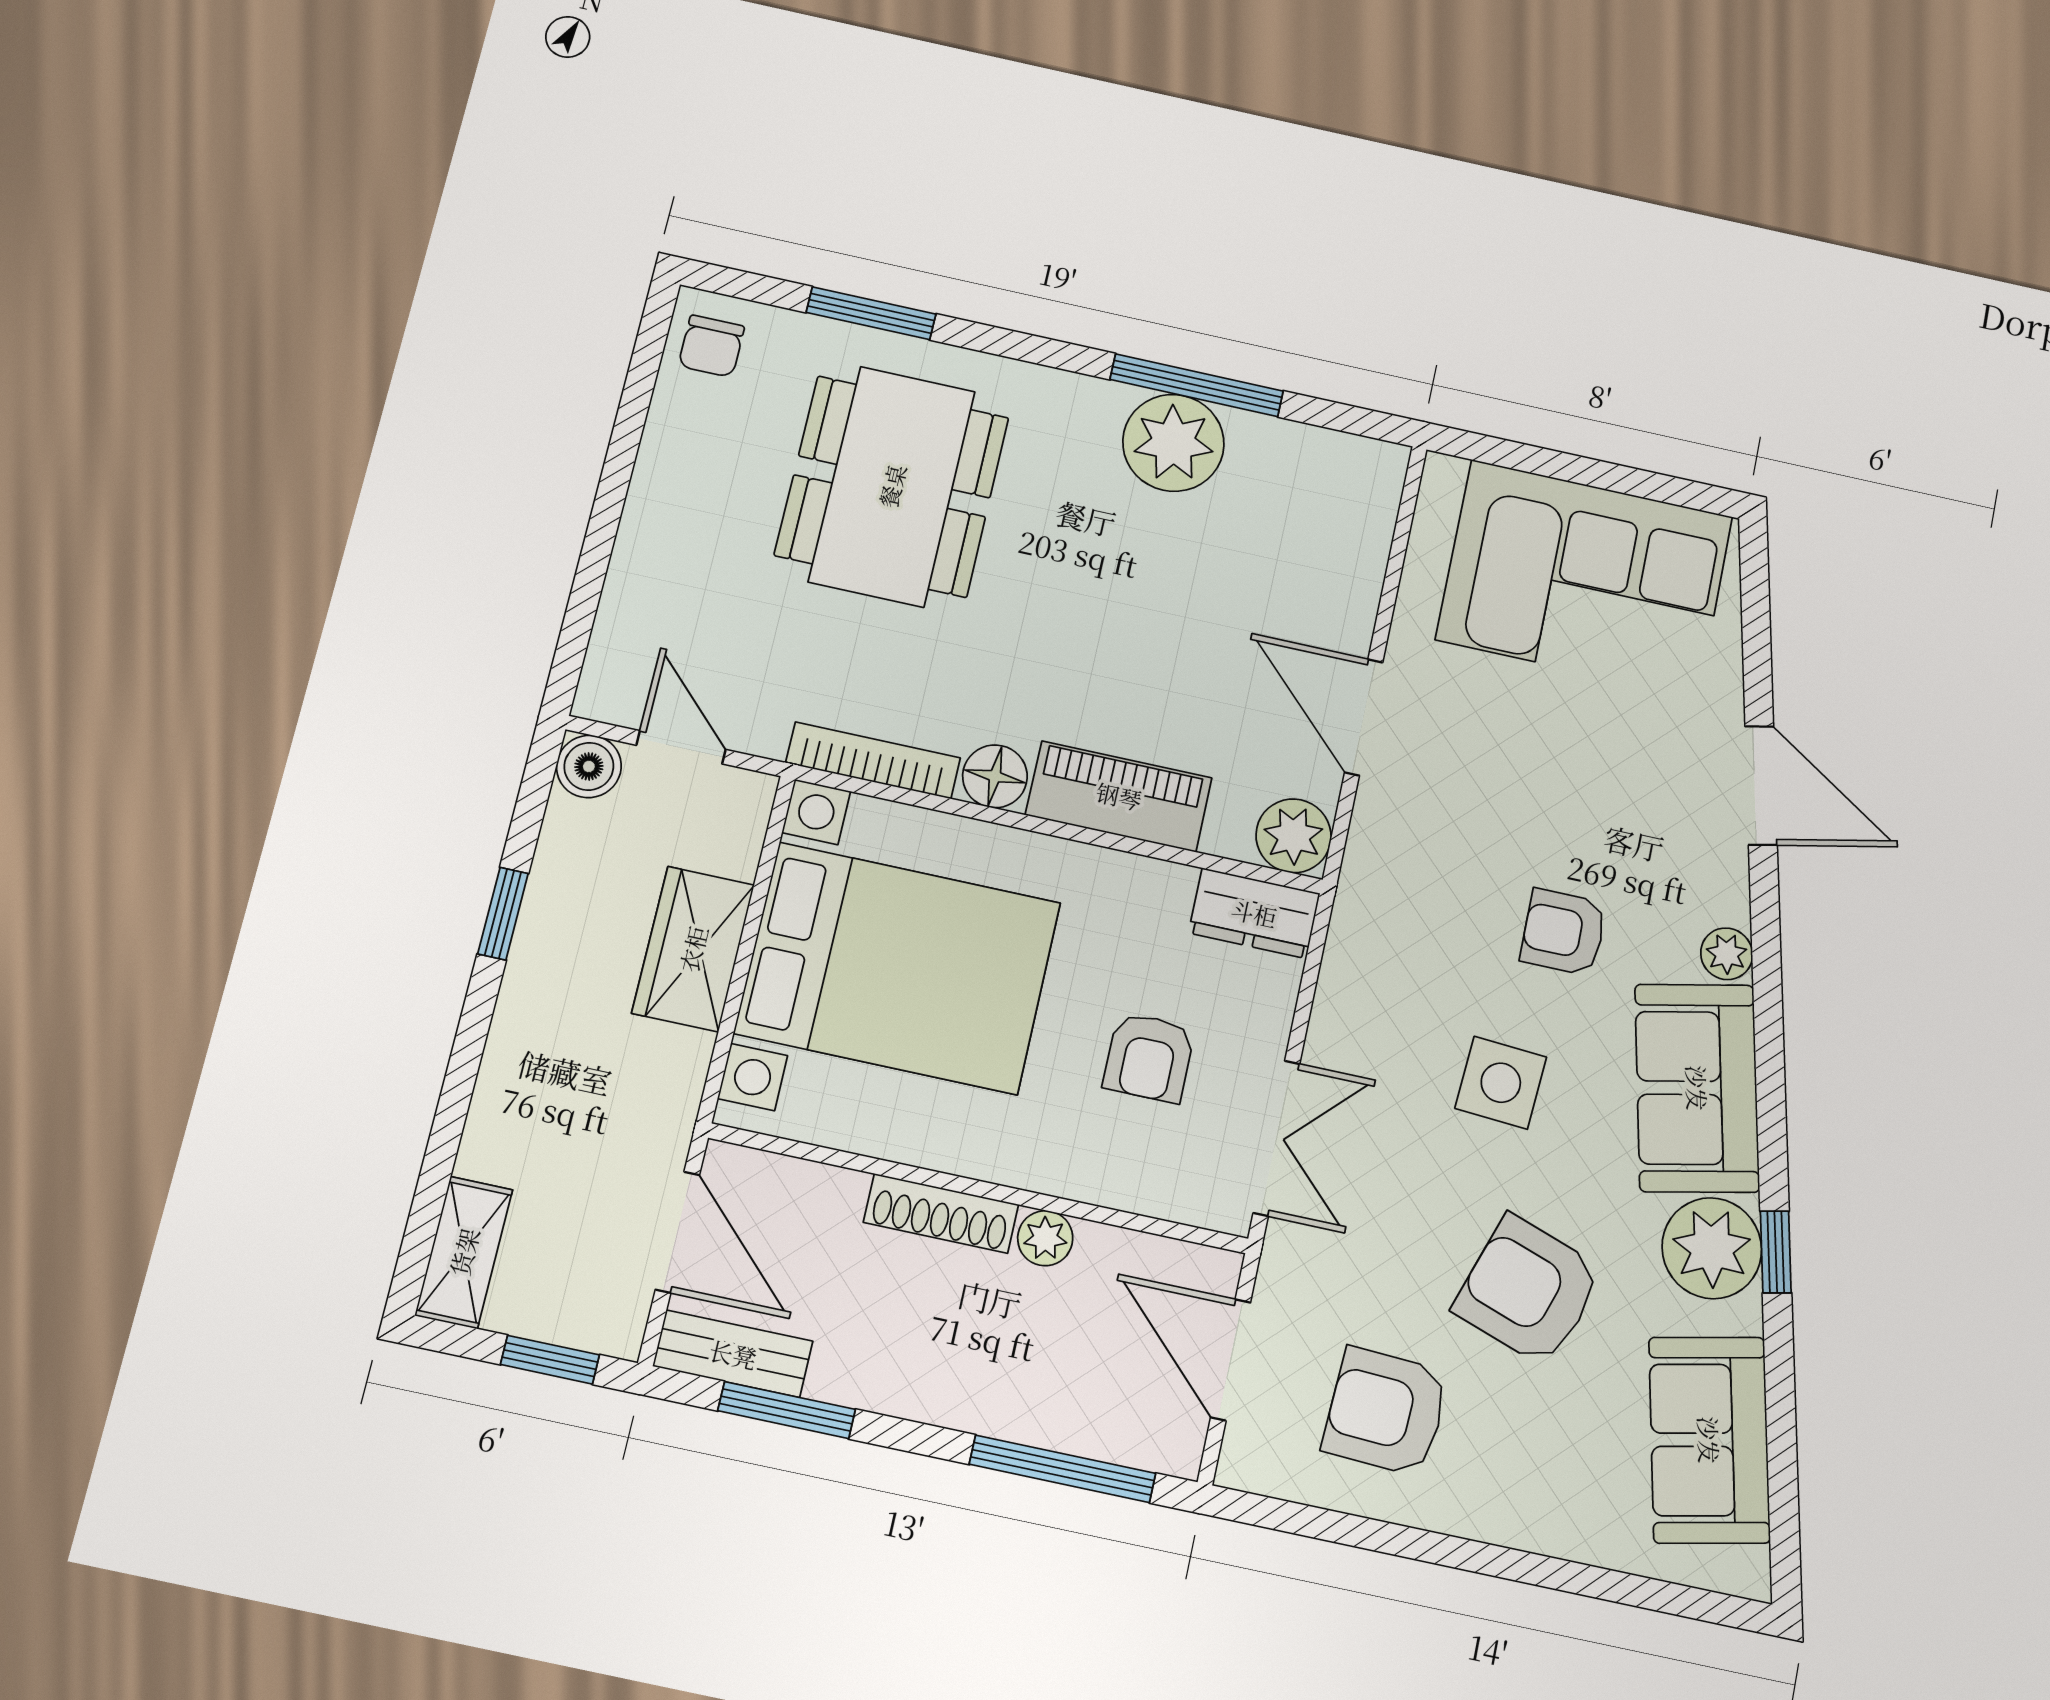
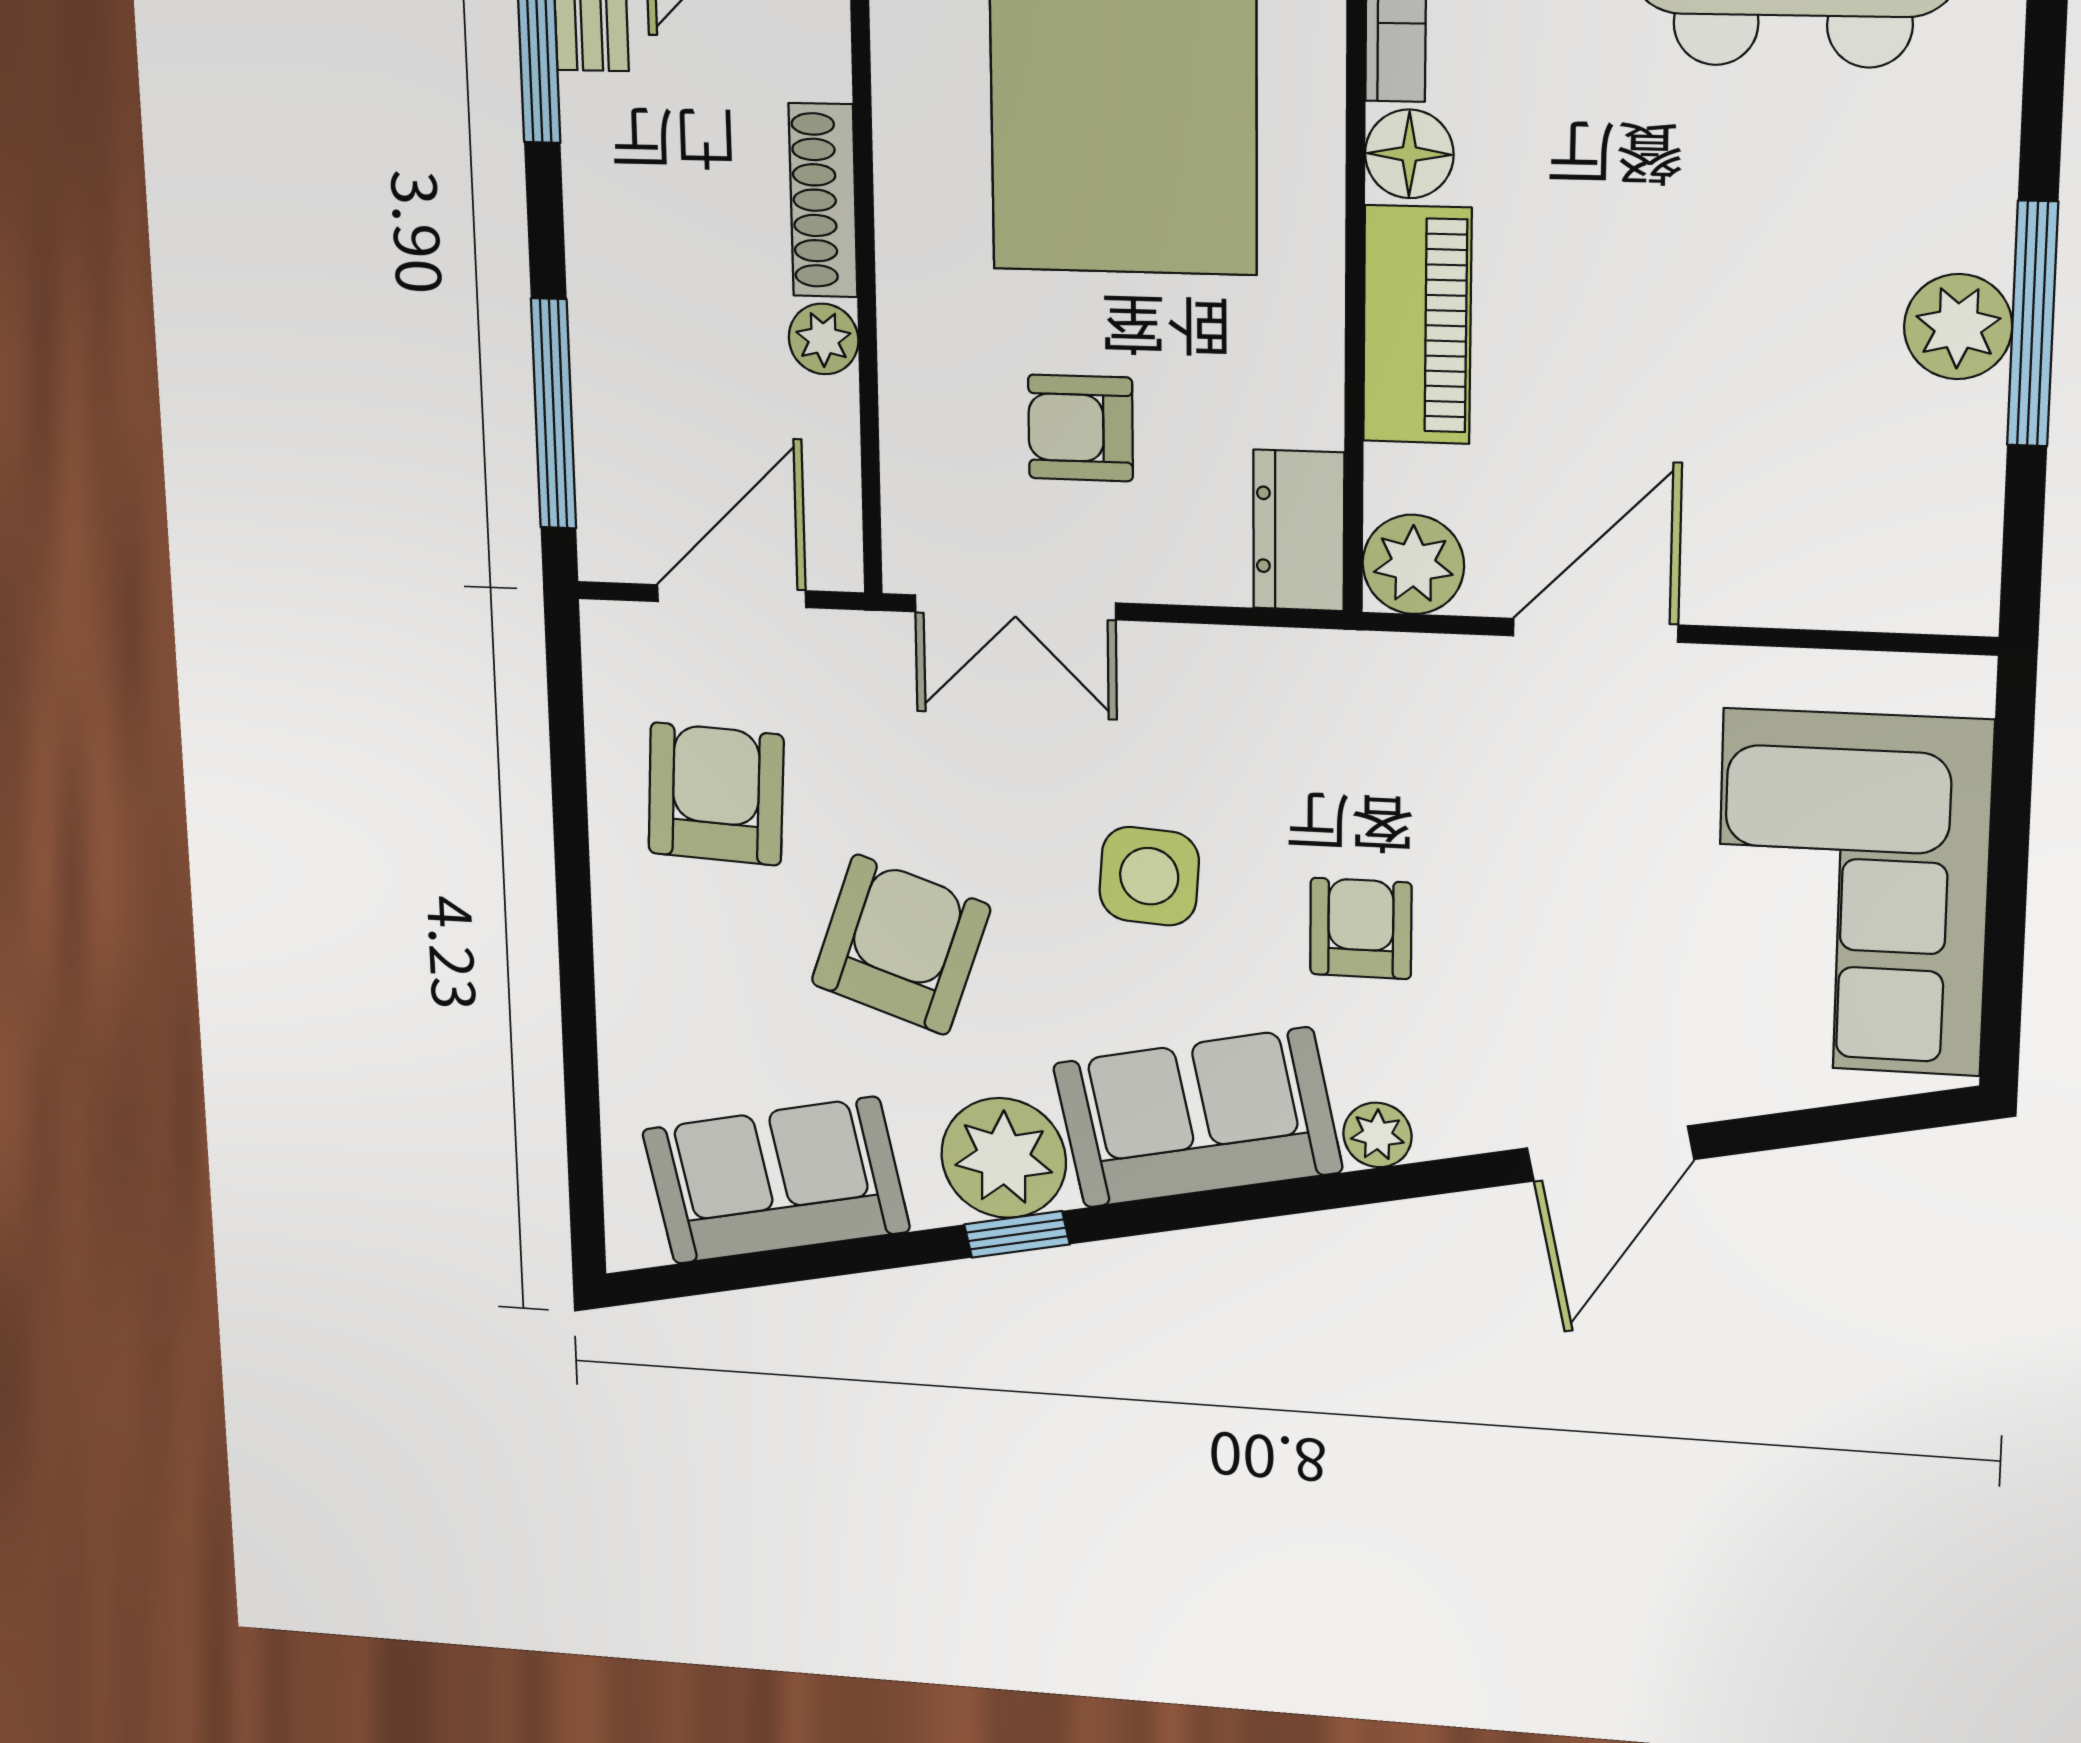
plant: (1173, 443) -> (1958, 327), width x0.73, depth x0.73

